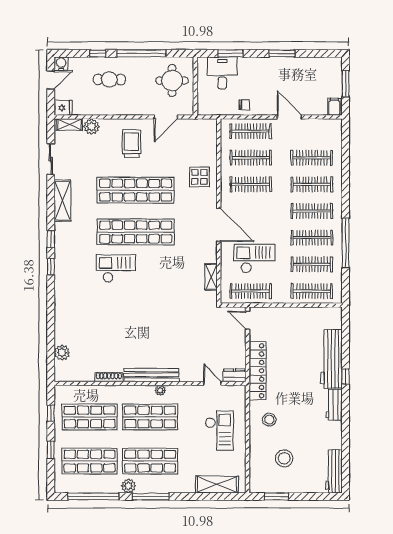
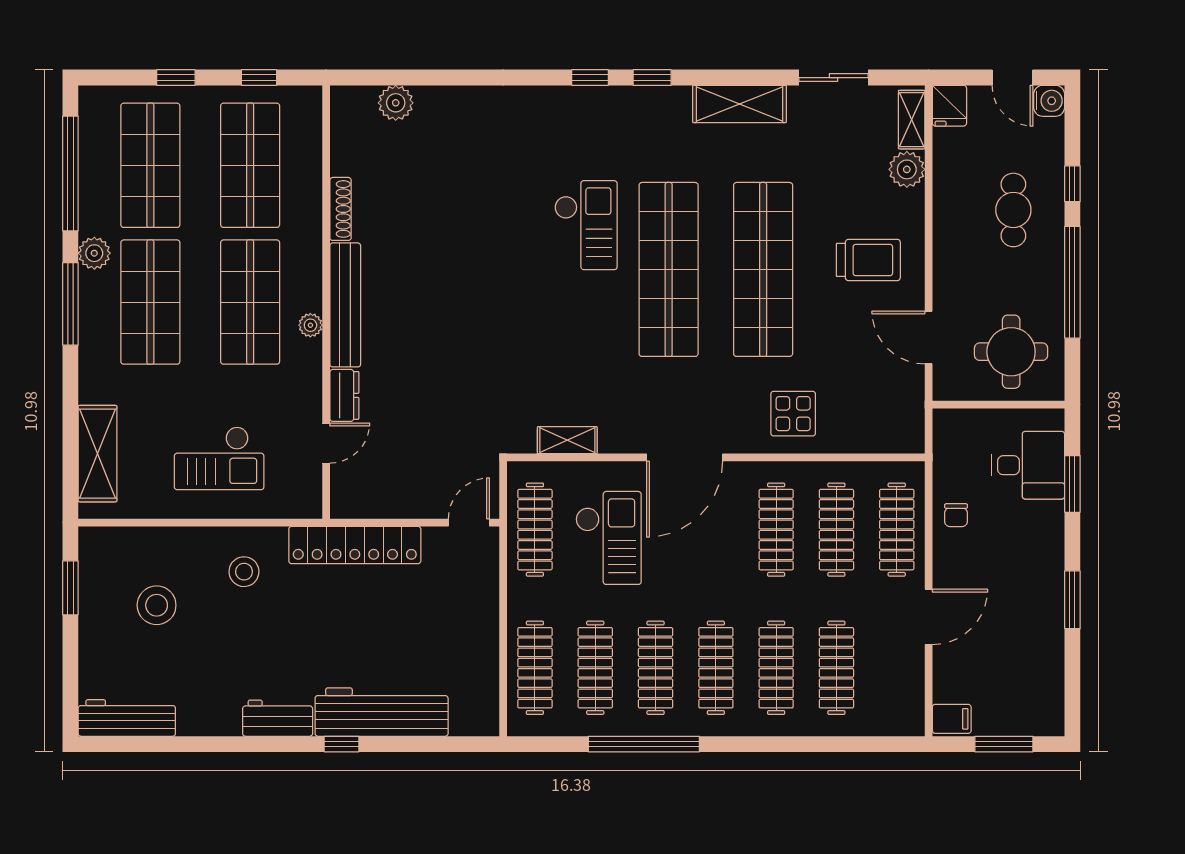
dresser: (234, 375) -> (344, 395), moved

